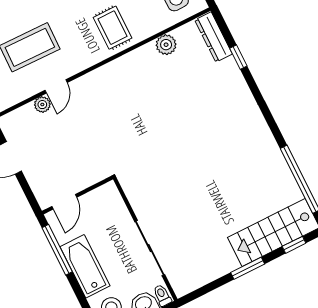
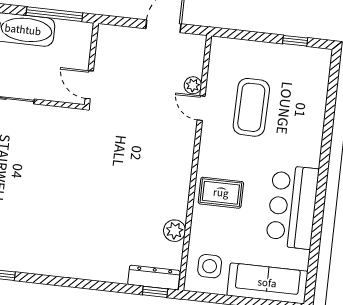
window: (238, 57) -> (155, 292), moved
door: (64, 202) -> (89, 85), moved

